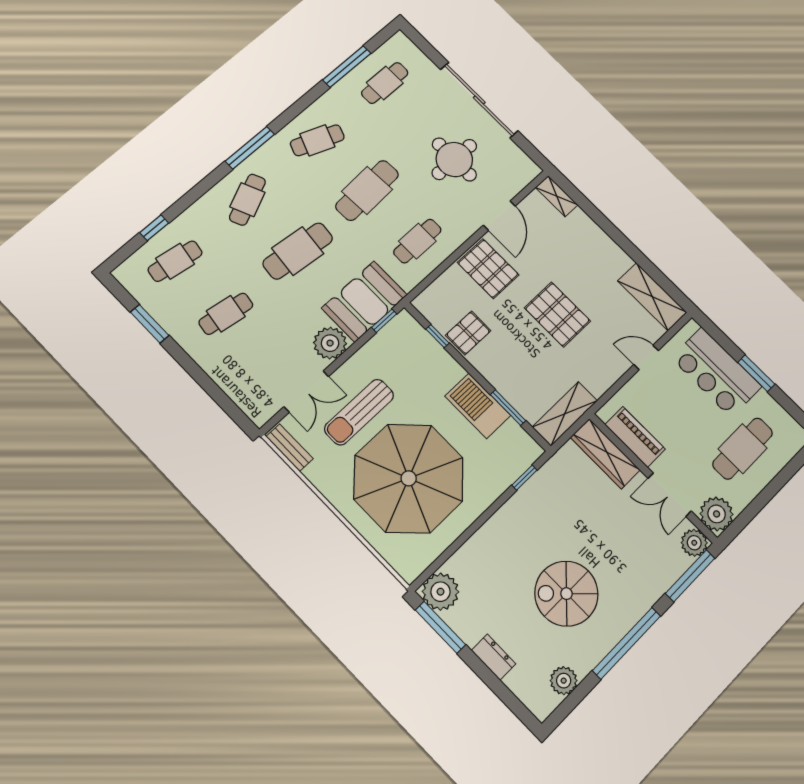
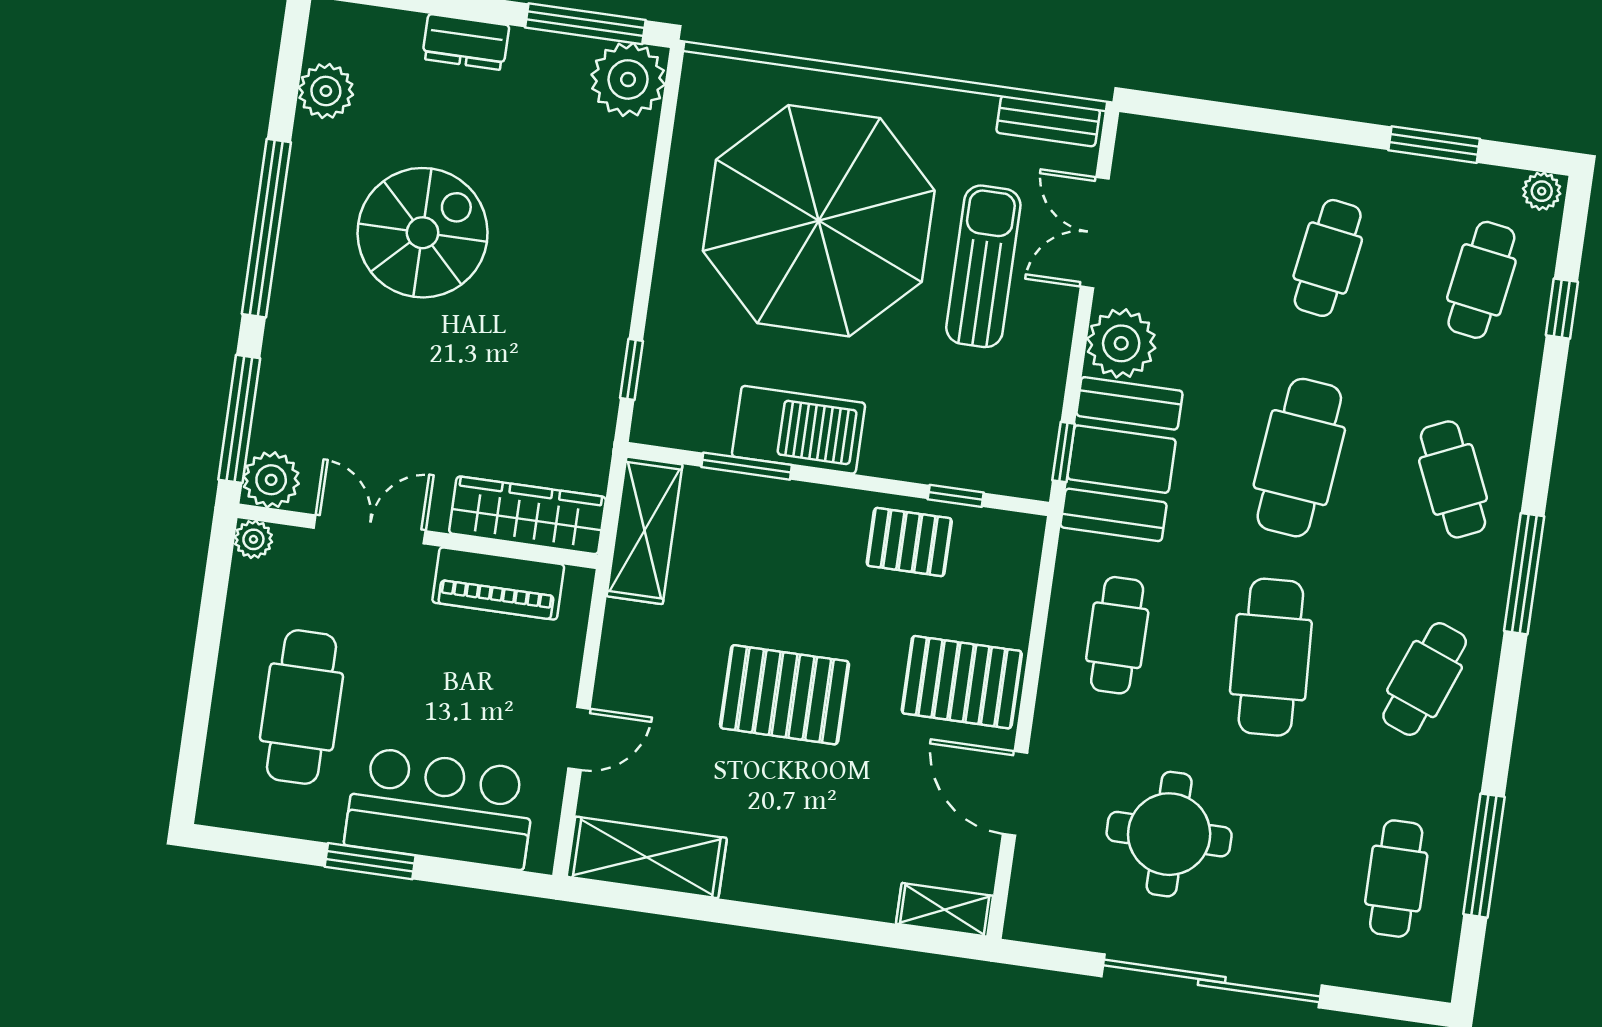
plant: (124, 275) -> (1542, 191), added
pallet: (468, 333) -> (909, 542), turned 90
plant: (717, 514) -> (253, 539), width x0.53, depth x0.53

